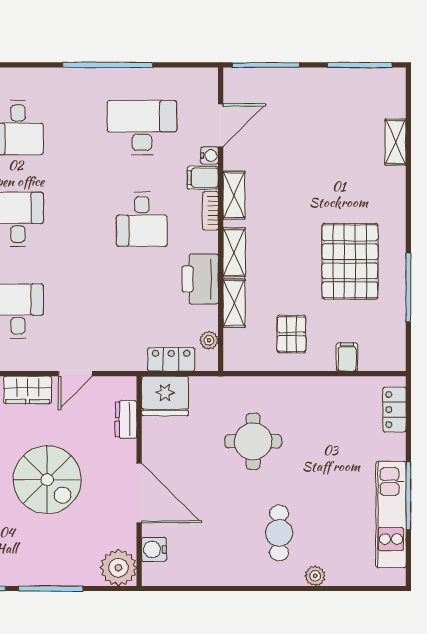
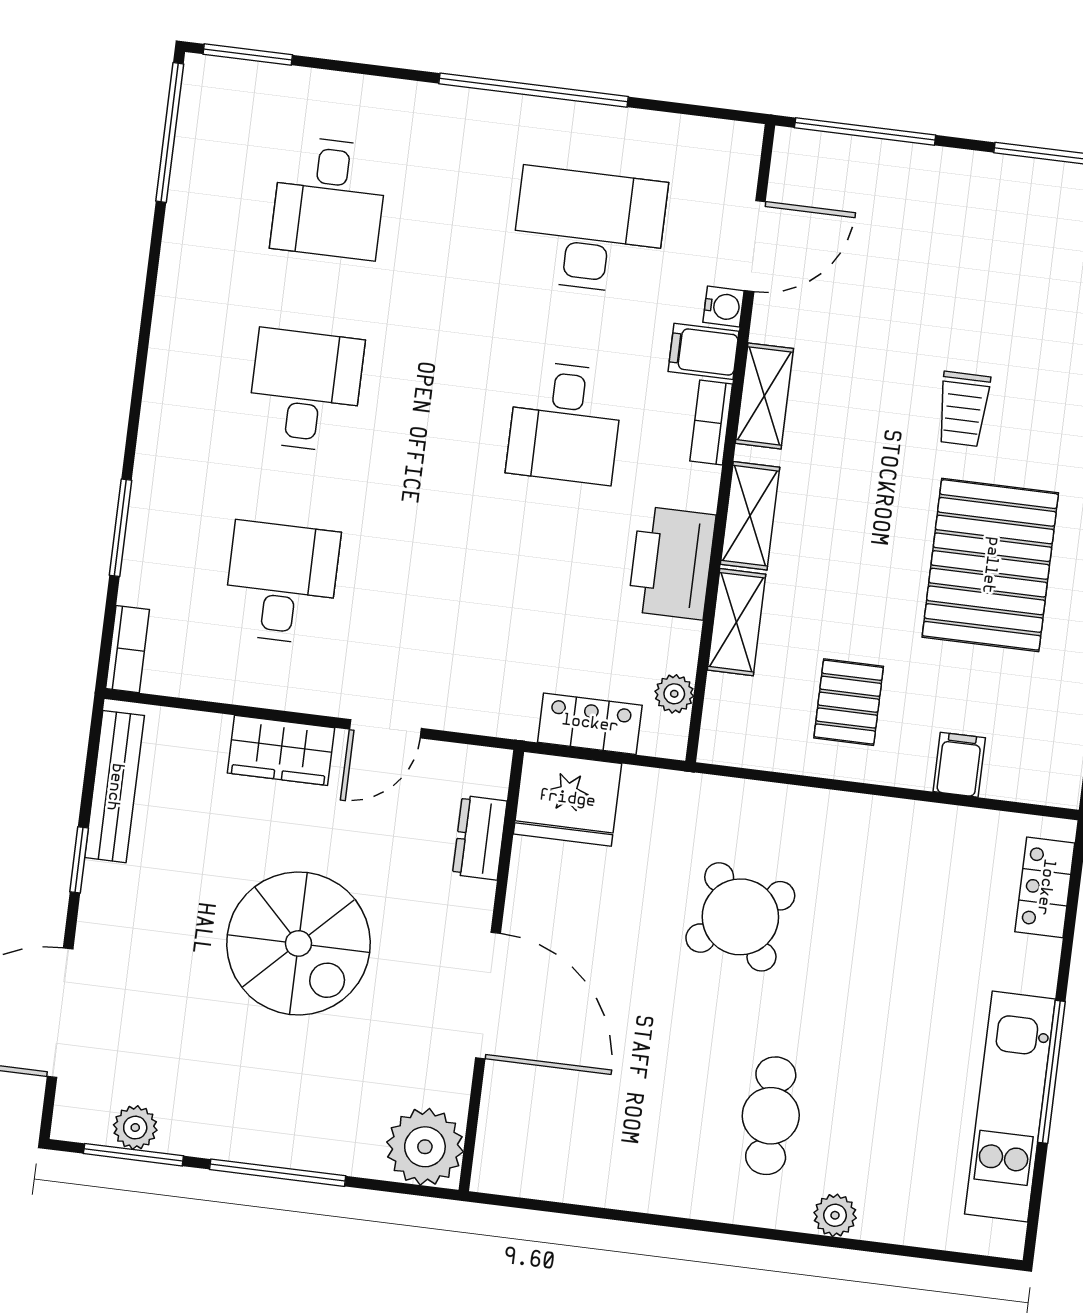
trolley: (328, 190) -> (963, 409), added
round table: (253, 441) -> (740, 917), turned -35
water cooler: (154, 549) -> (504, 1118), removed

